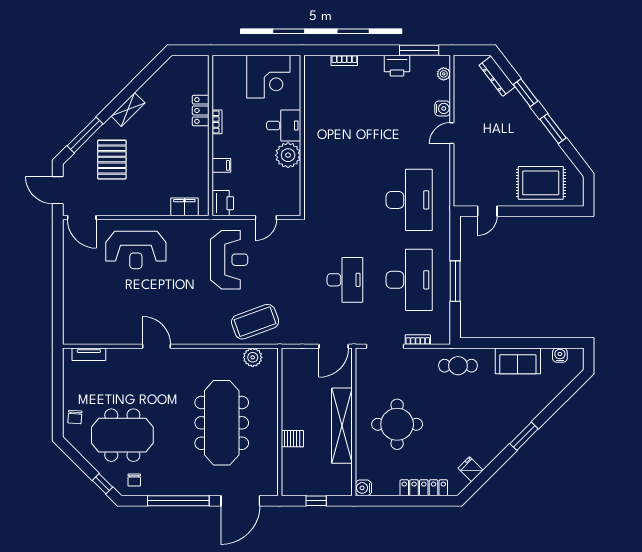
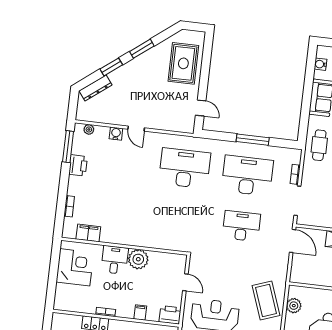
filing cabinet: (314, 89) -> (88, 233), added

